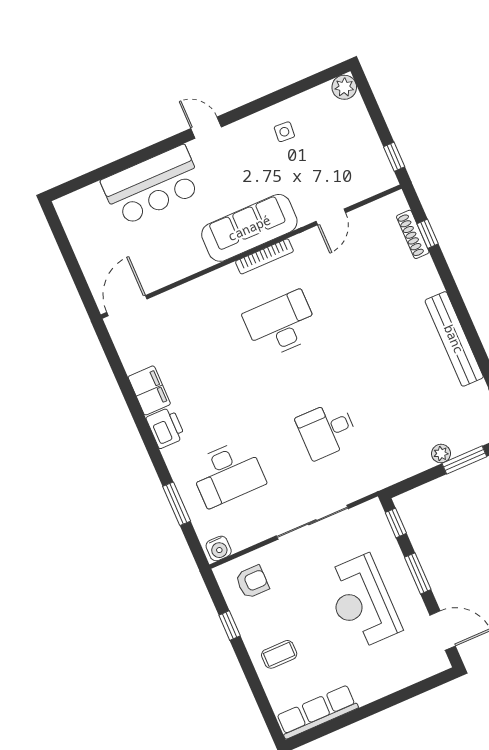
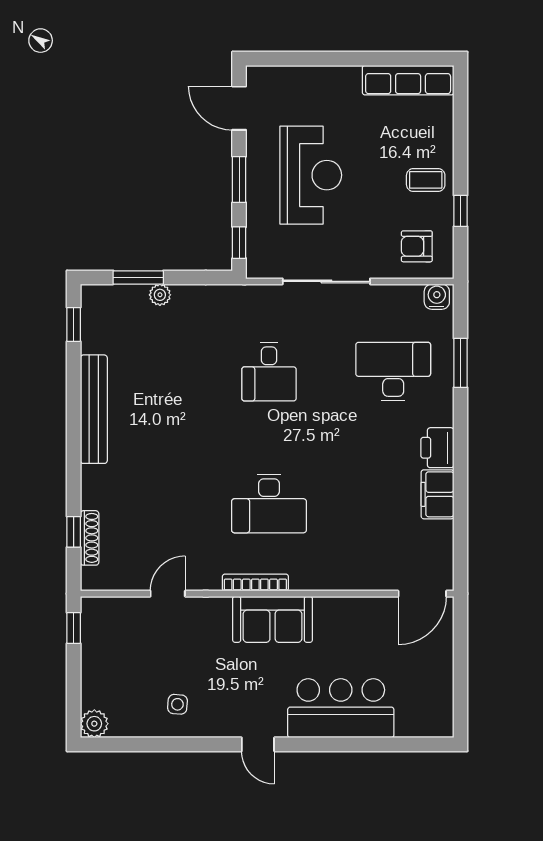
sofa: (249, 228) -> (273, 619), width x0.73
desk: (327, 430) -> (269, 372), turned 90
coffee table: (279, 654) -> (426, 180), moved

